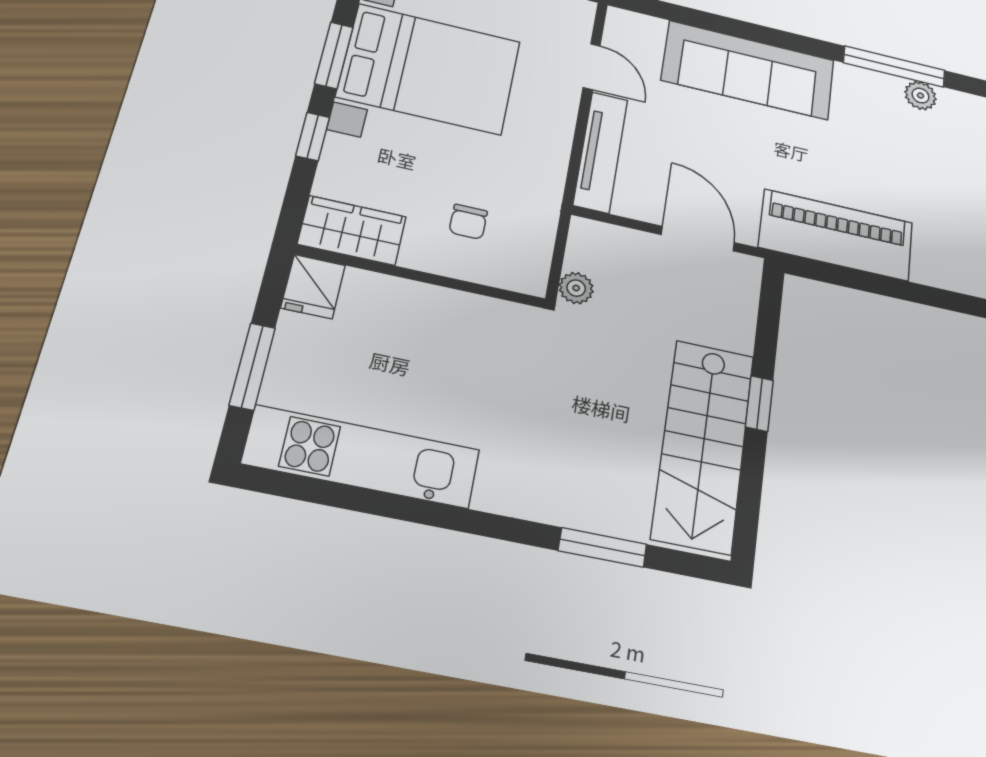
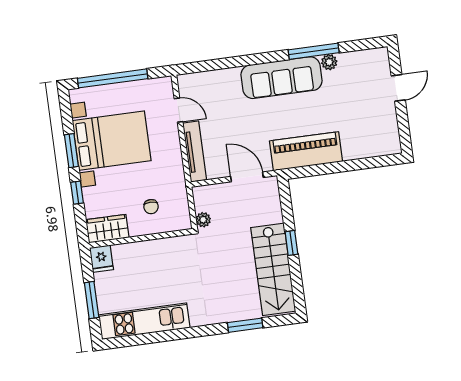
sofa: (748, 70) -> (281, 78), moved

